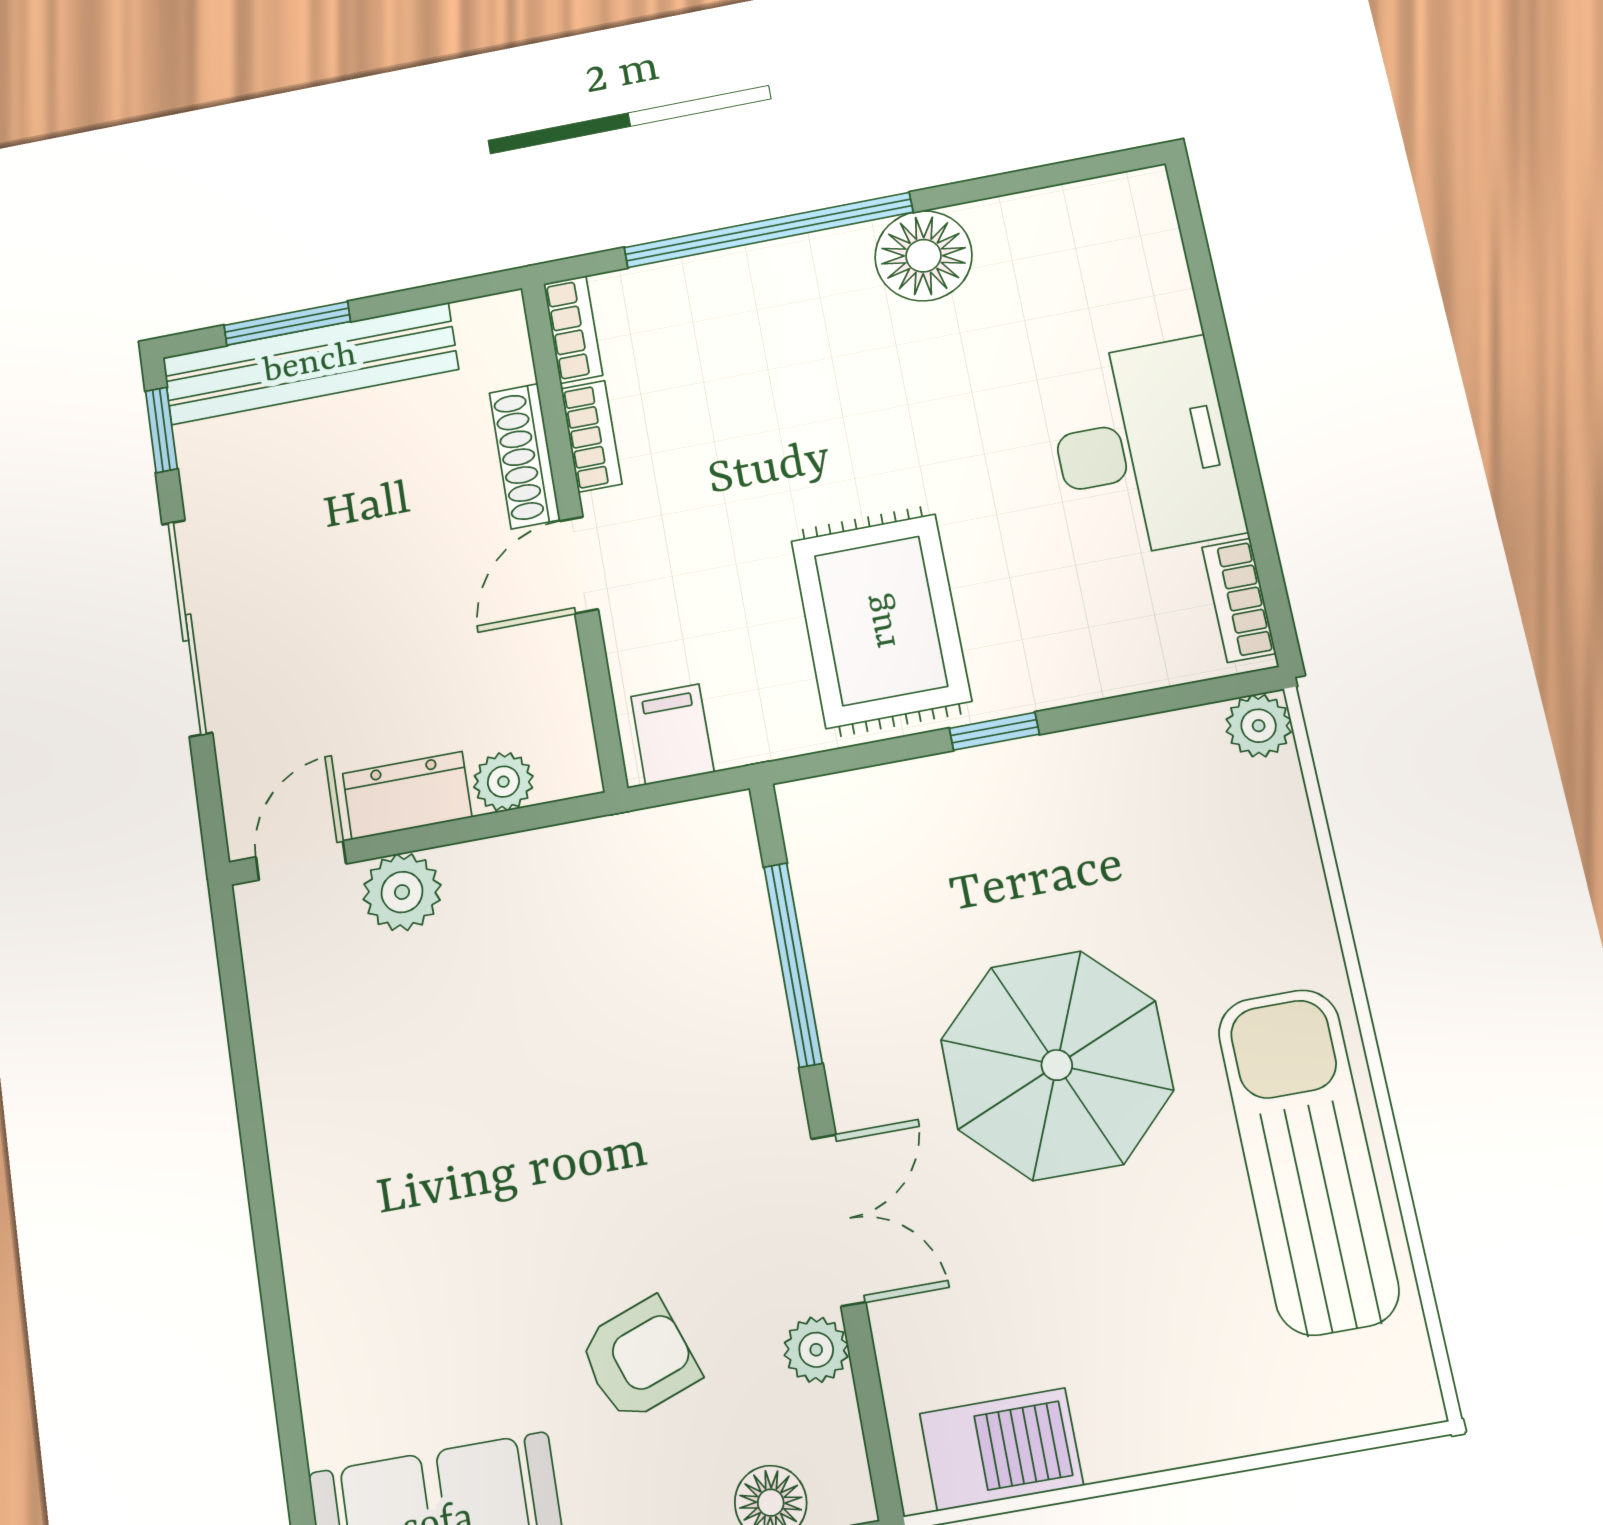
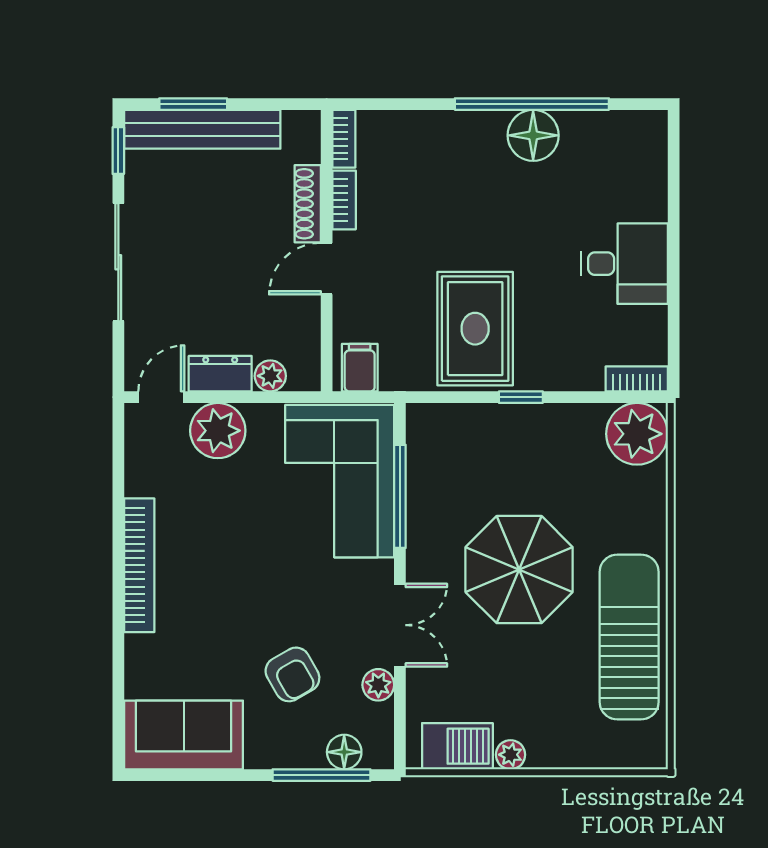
window: (768, 230) -> (532, 104), moved
desk: (1143, 448) -> (625, 264), width x0.73
bookcase: (1239, 600) -> (637, 379), moved, turned 90
plant: (1259, 726) -> (637, 434), width x1.88, depth x1.88
plant: (402, 892) -> (218, 431), width x1.36, depth x1.36
corner sofa: (670, 957) -> (340, 481), added
bookcase: (302, 1193) -> (139, 565), added
armchair: (639, 1359) -> (292, 674), turned 80
plant: (1114, 1448) -> (510, 755), added

